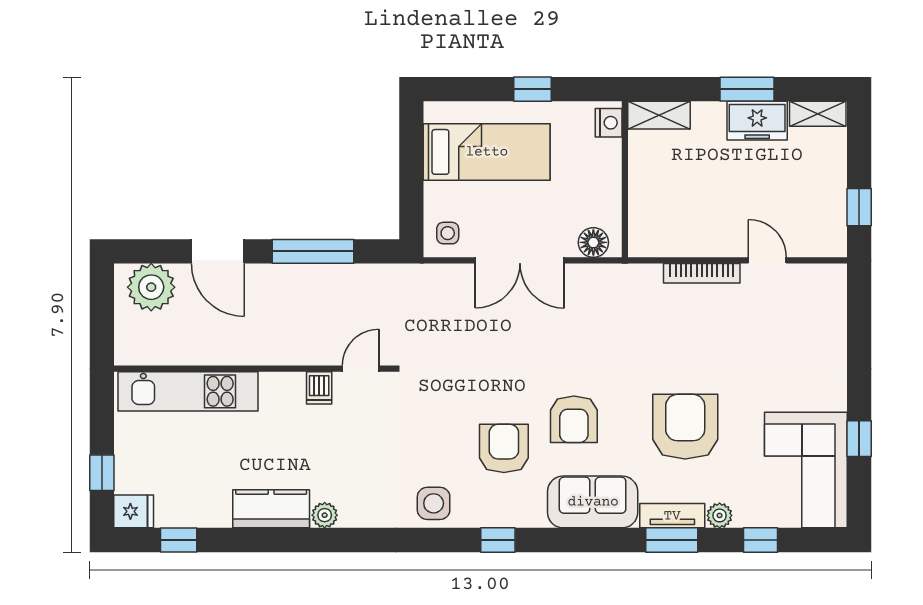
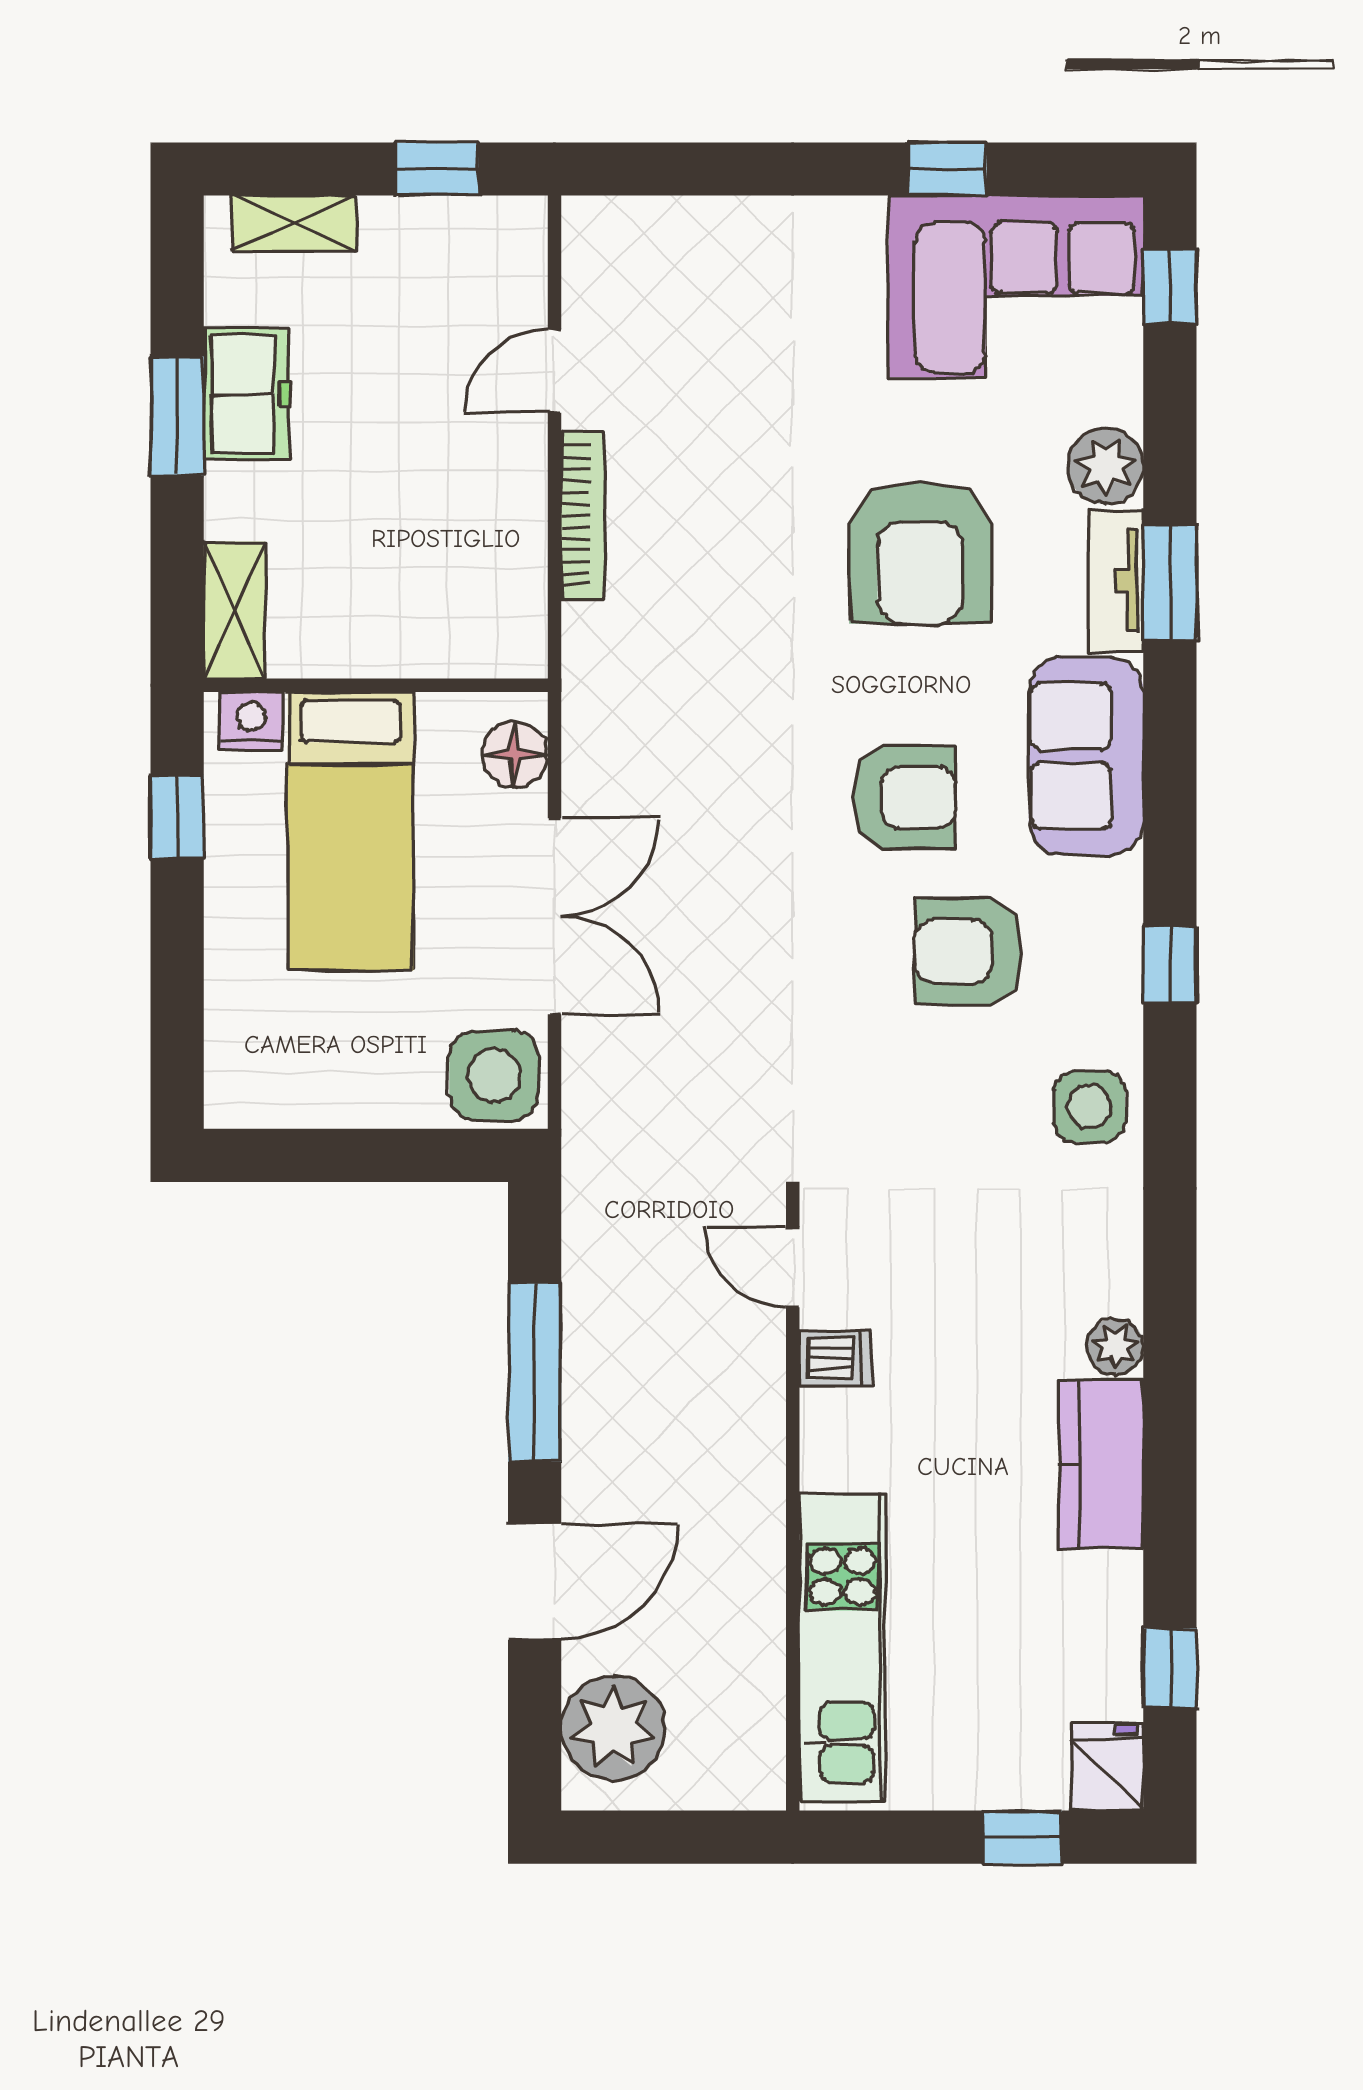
window: (532, 89) -> (177, 817), moved
shelving: (818, 114) -> (294, 223), moved, turned 90
bed: (487, 152) -> (351, 831), moved, turned 180
side table: (448, 233) -> (494, 1075), width x1.87, depth x1.87
armchair: (685, 427) -> (920, 552), turned -90
plant: (720, 515) -> (1106, 466), width x1.38, depth x1.38
window: (761, 540) -> (1170, 286), moved

